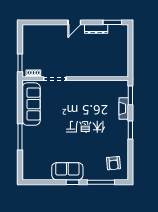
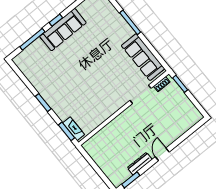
fireplace: (124, 108) -> (74, 129), moved
armchair: (113, 163) -> (35, 64), removed
sofa: (67, 171) -> (63, 30), width x1.36

